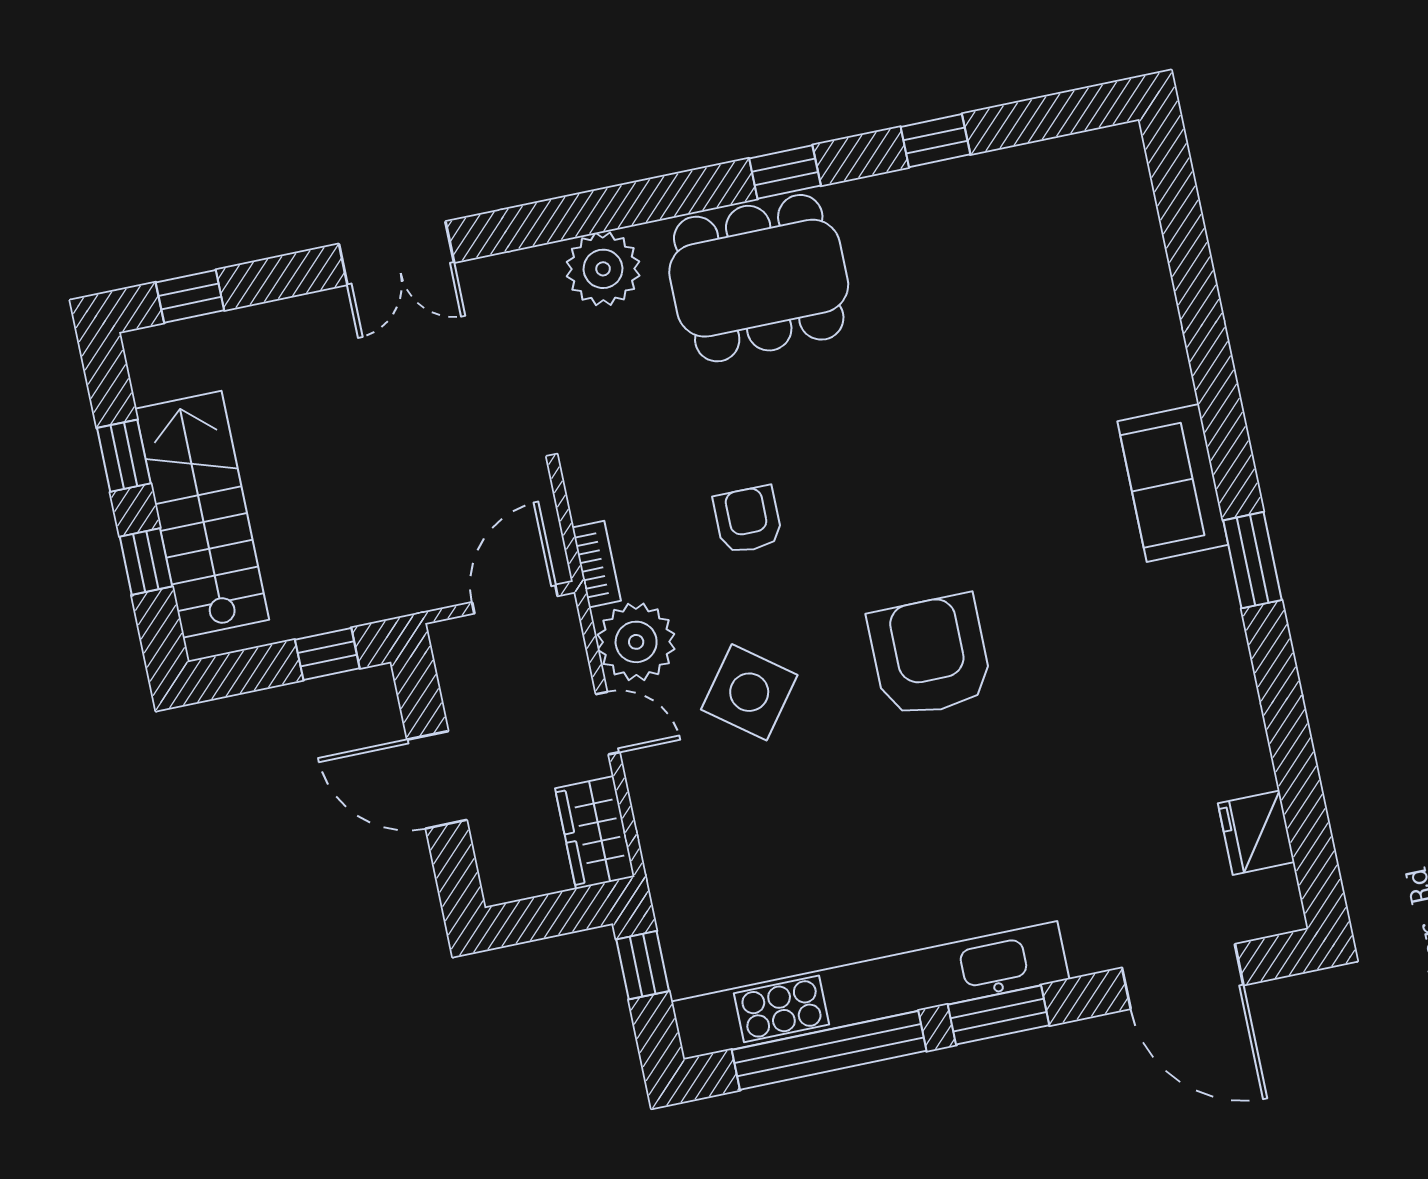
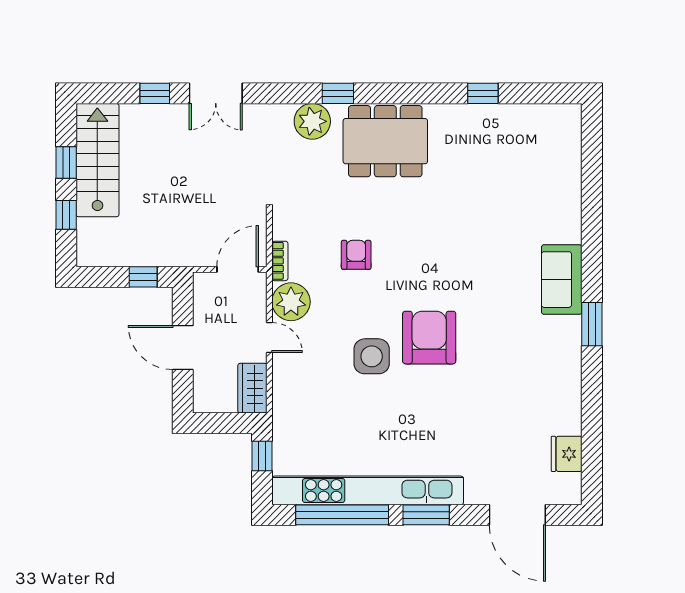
window: (785, 172) -> (338, 93), moved
window: (190, 296) -> (155, 93), moved
stairs: (202, 514) -> (97, 160), moved
side table: (749, 692) -> (372, 356), moved, turned -37

